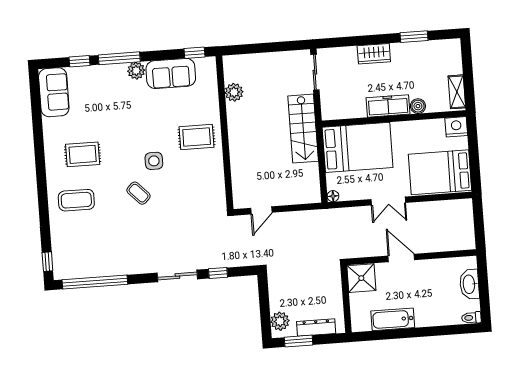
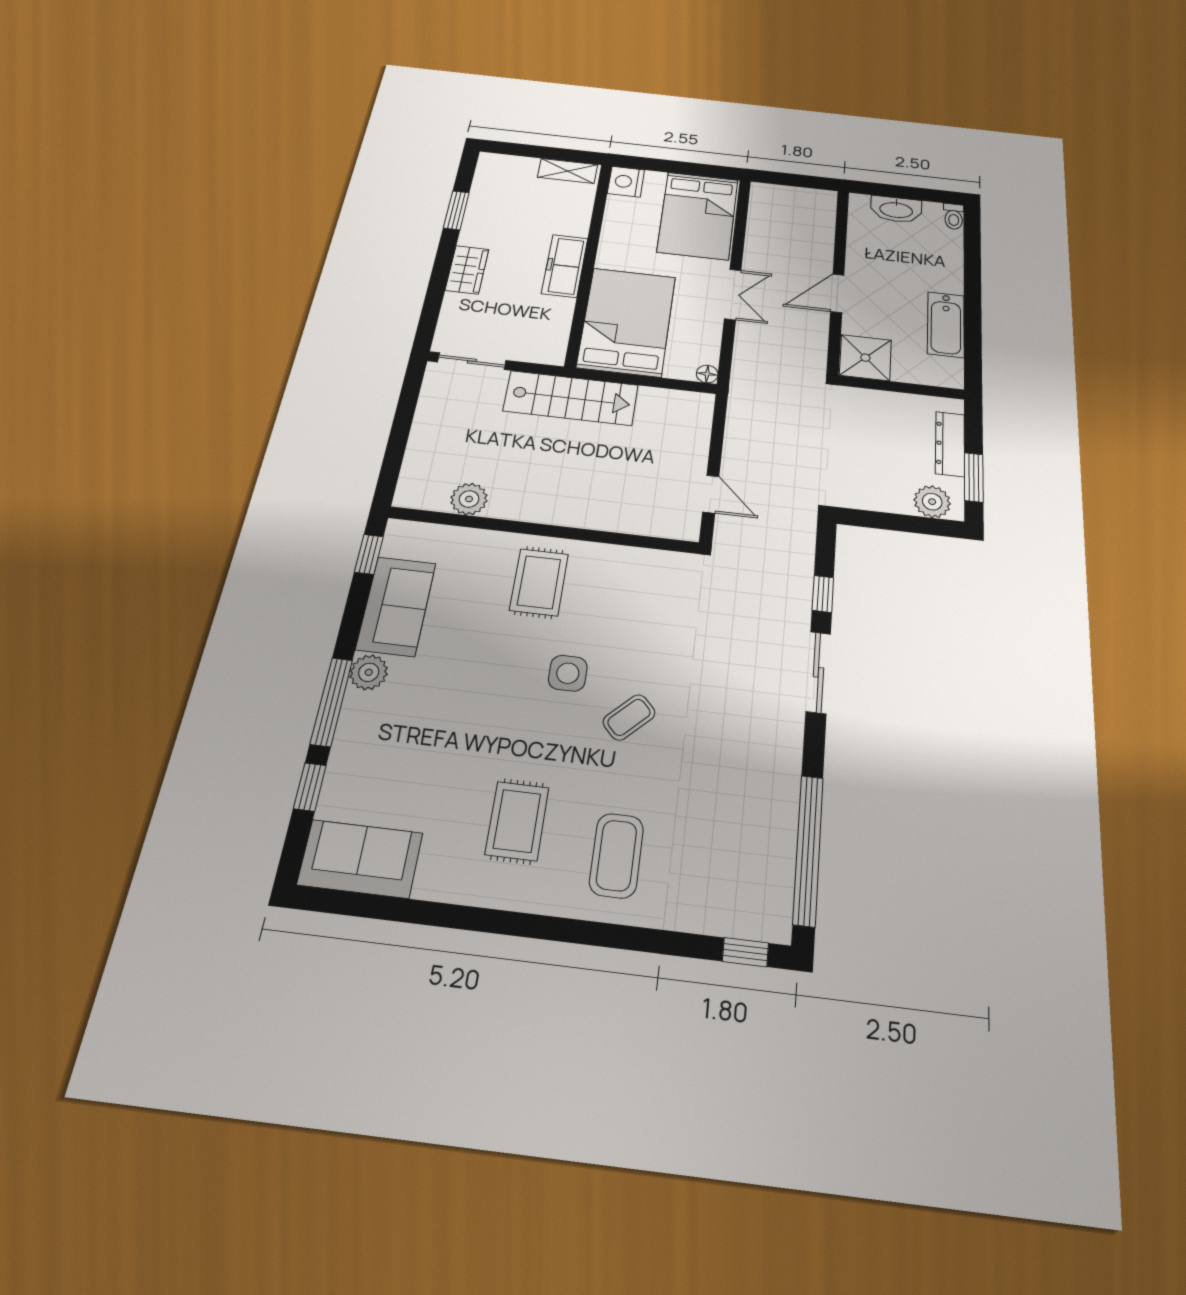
boiler: (418, 106) -> (577, 225), removed

